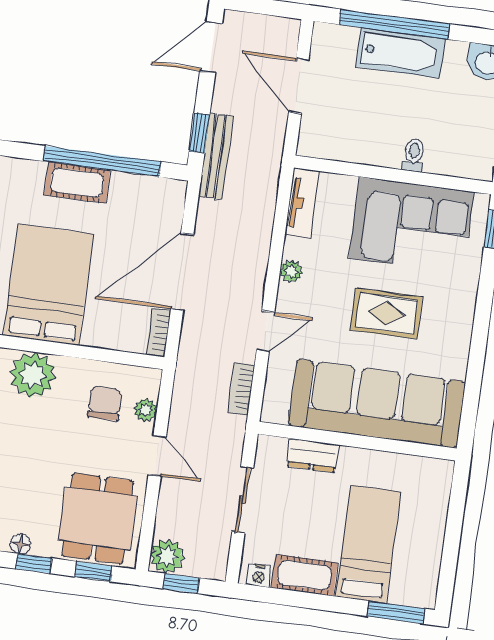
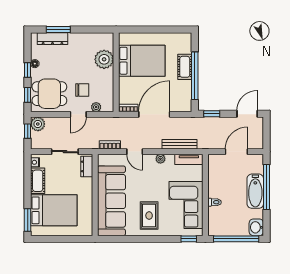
door: (211, 47) -> (247, 114), hinge flipped
bench: (216, 156) -> (180, 144), moved
door: (182, 272) -> (154, 114), hinge flipped
rug: (386, 313) -> (149, 216), moved
chair: (105, 403) -> (82, 90), moved
dresser: (313, 456) -> (87, 166), moved
bed: (368, 544) -> (54, 210), width x1.50

